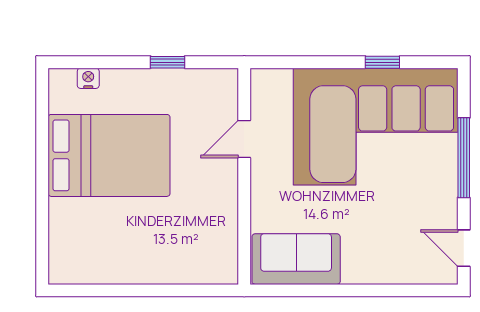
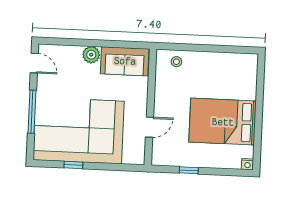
nightstand: (88, 78) -> (248, 164), moved
stool: (200, 263) -> (176, 62), added
plant: (358, 268) -> (91, 55), added

